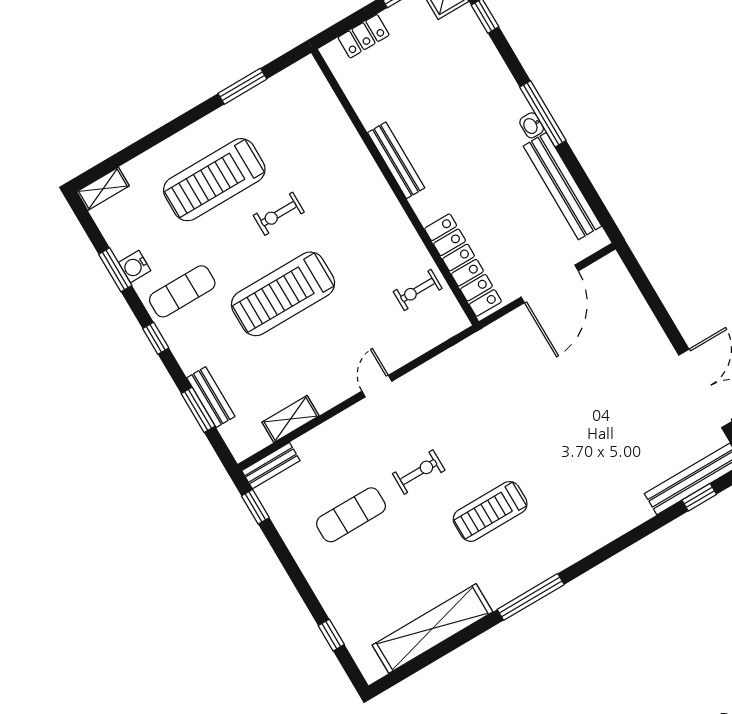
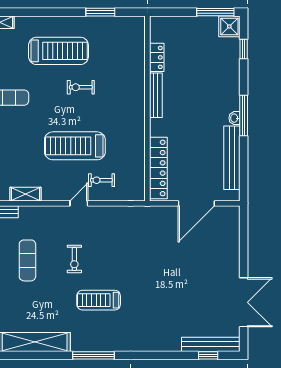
locker: (364, 36) -> (157, 57), moved, turned -90
treadmill: (214, 180) -> (58, 51), turned 180
exercise bike: (418, 290) -> (101, 180), moved
treadmill: (283, 294) -> (75, 146), moved
exercise bike: (419, 472) -> (74, 259), turned 90
exercise mat: (351, 515) -> (27, 260), turned 90

